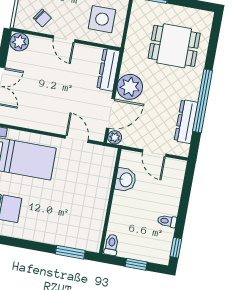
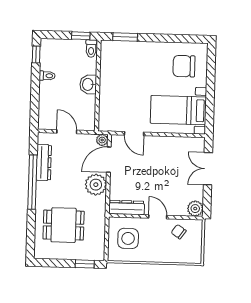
dresser: (108, 70) -> (127, 207), moved, turned -90
washbasin: (125, 180) -> (88, 84), moved
window: (136, 264) -> (81, 36), moved

